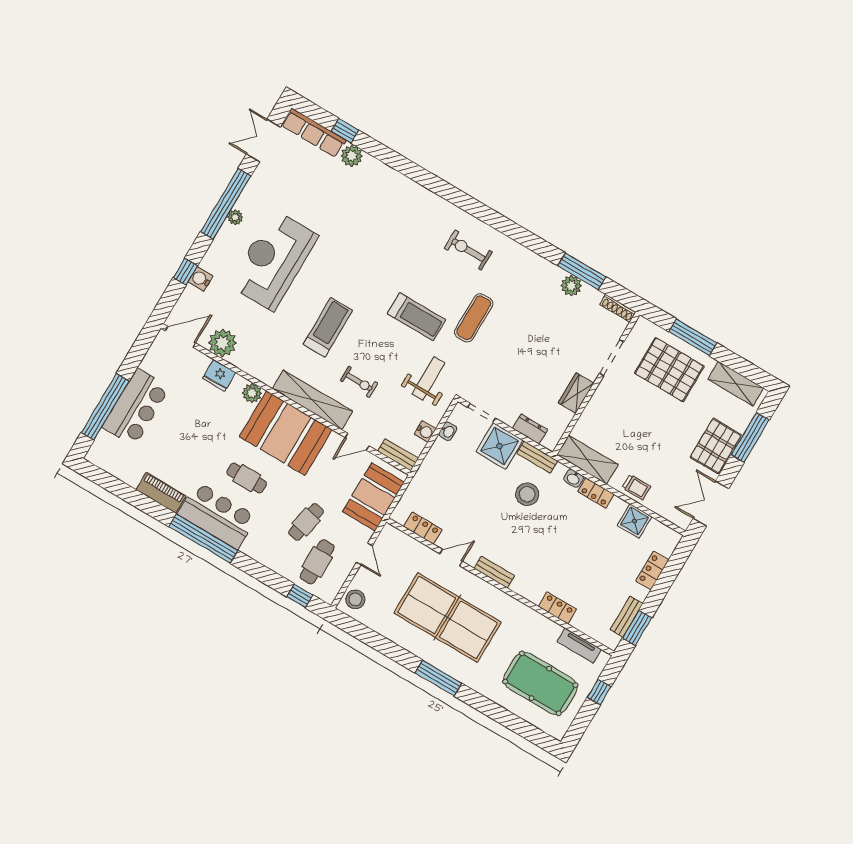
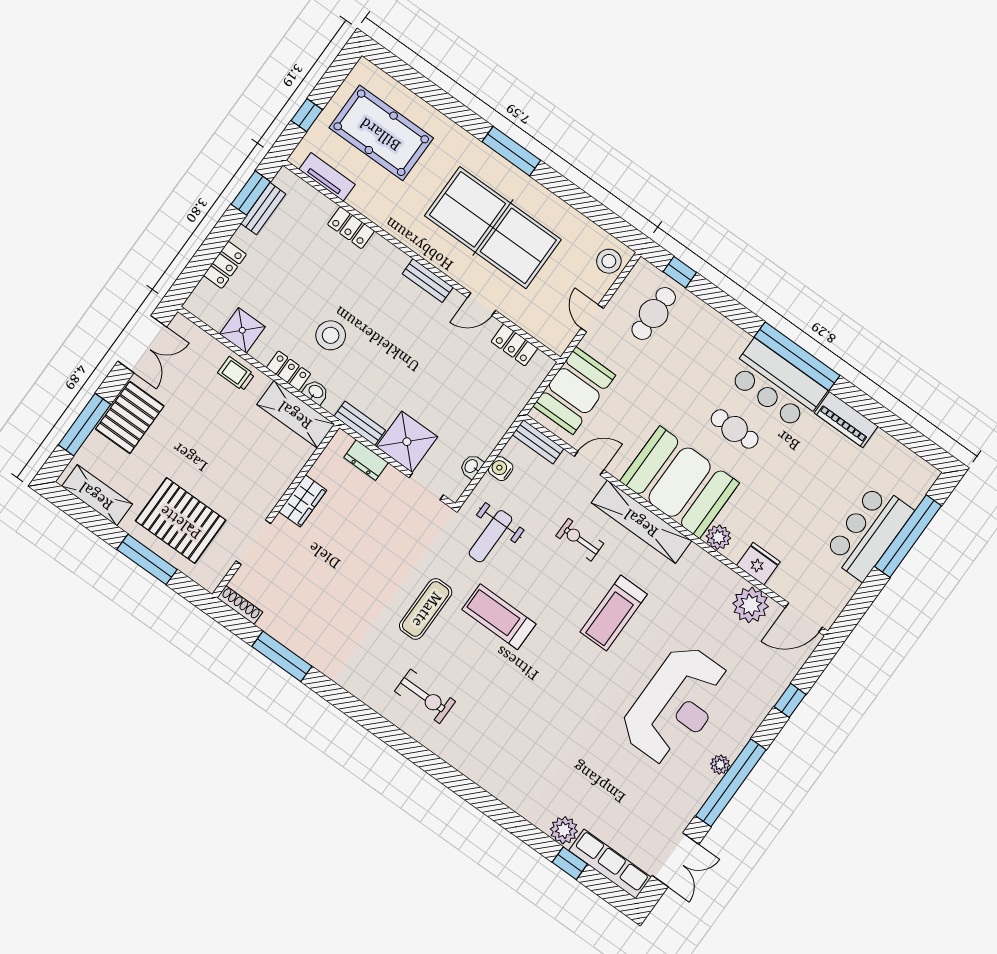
water cooler: (200, 279) -> (772, 689), removed
plant: (571, 286) -> (297, 639), removed
stool: (527, 494) -> (331, 335), moved
cafe table: (306, 522) -> (663, 366), removed

